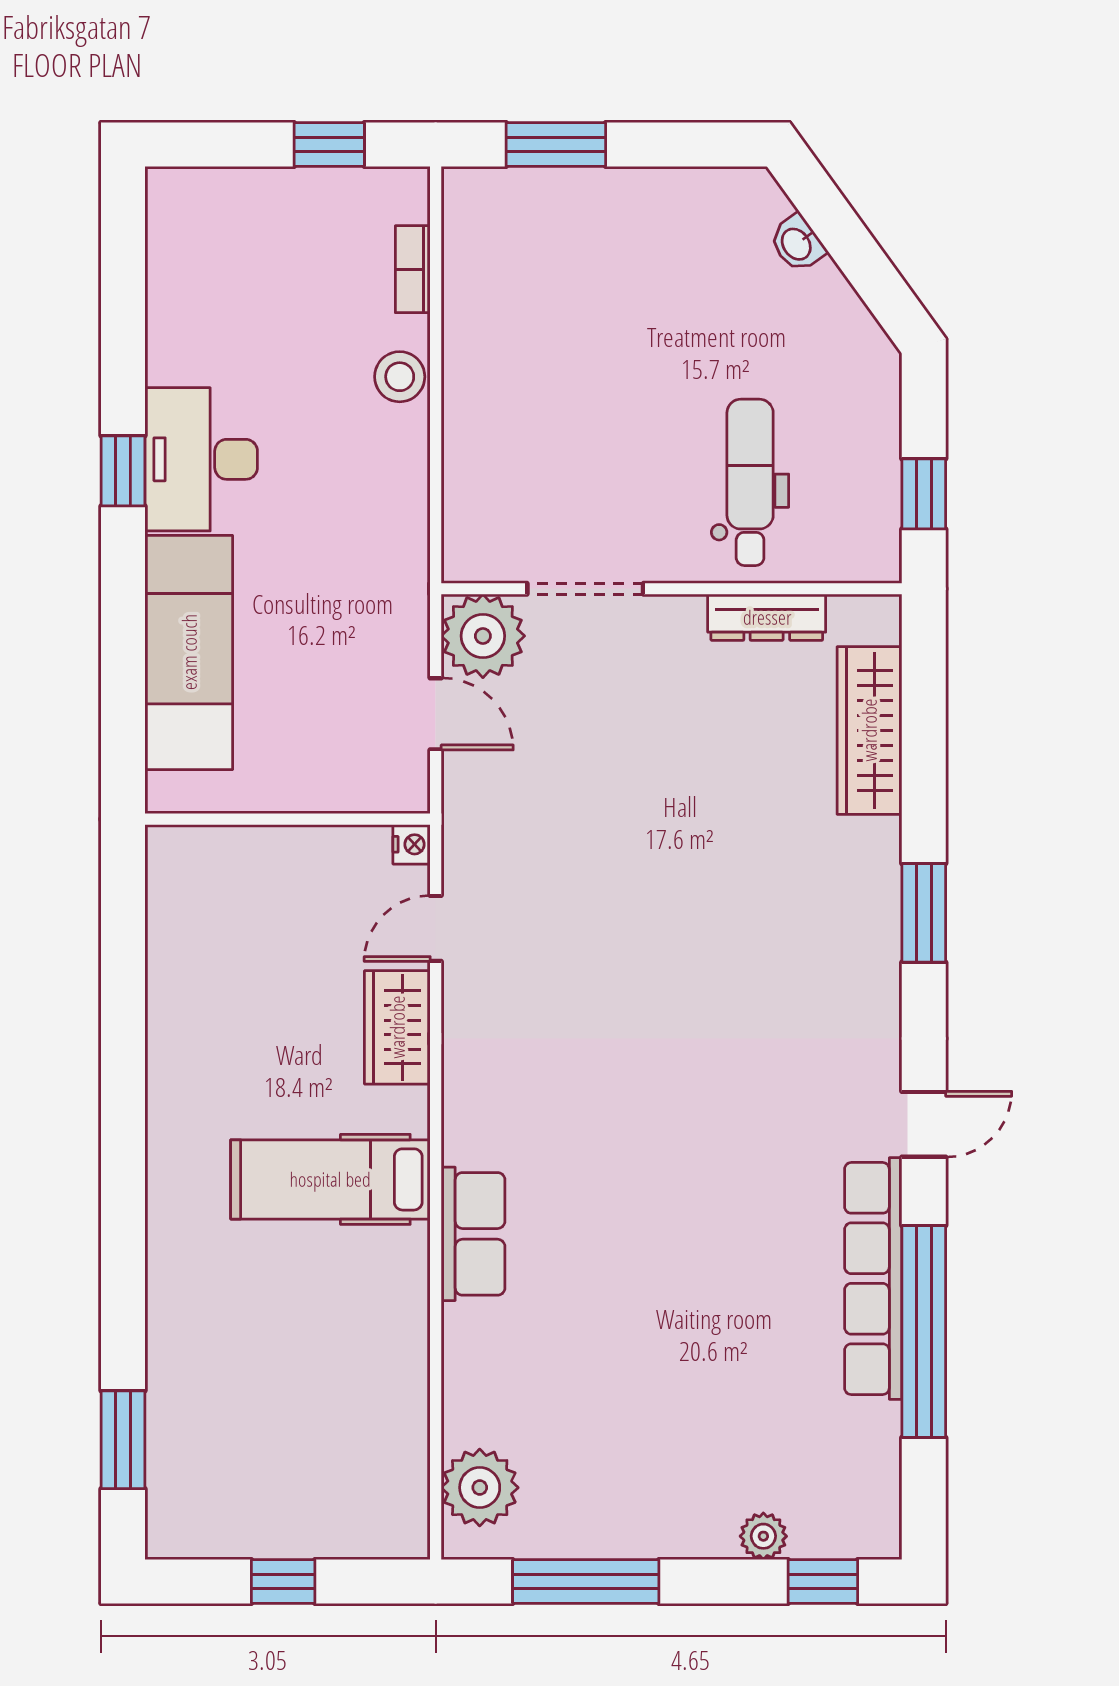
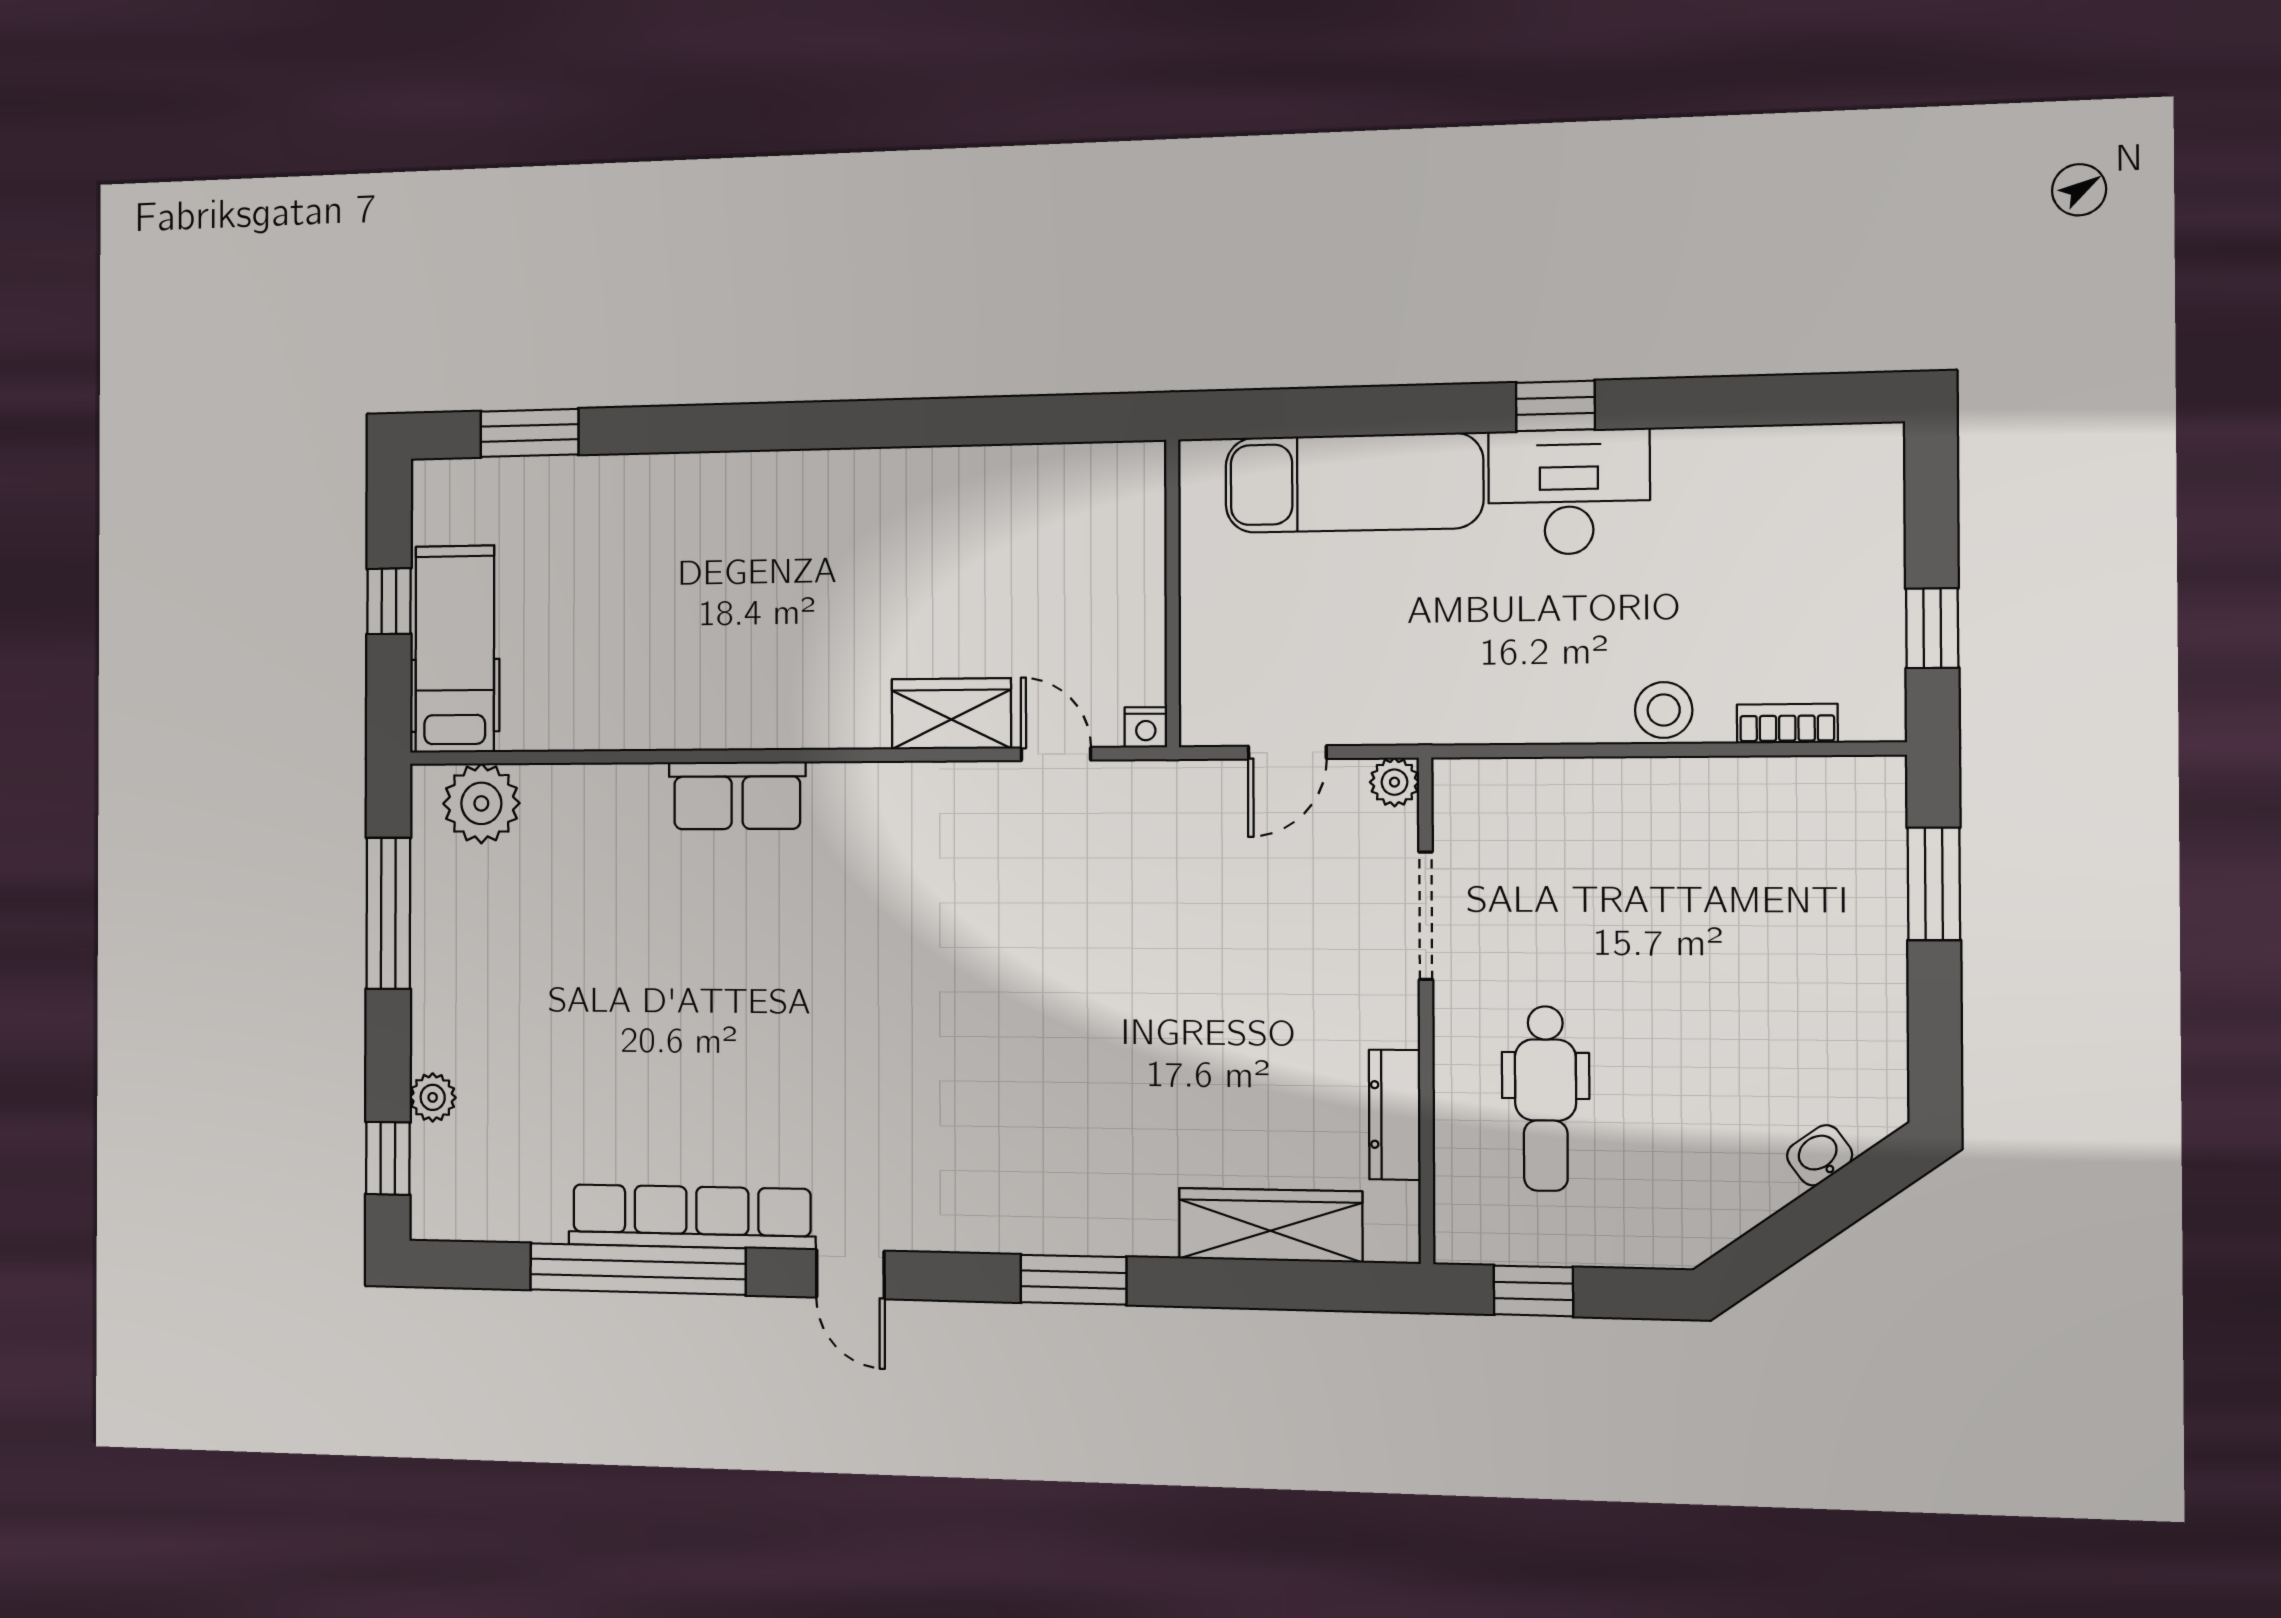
dental chair: (750, 482) -> (1546, 1098), turned 90
plant: (483, 636) -> (1394, 782), width x0.53, depth x0.53
hospital bed: (330, 1179) -> (455, 649), moved

